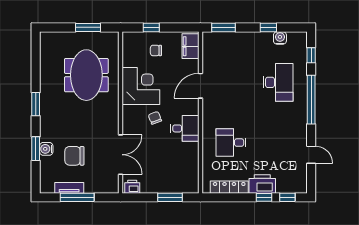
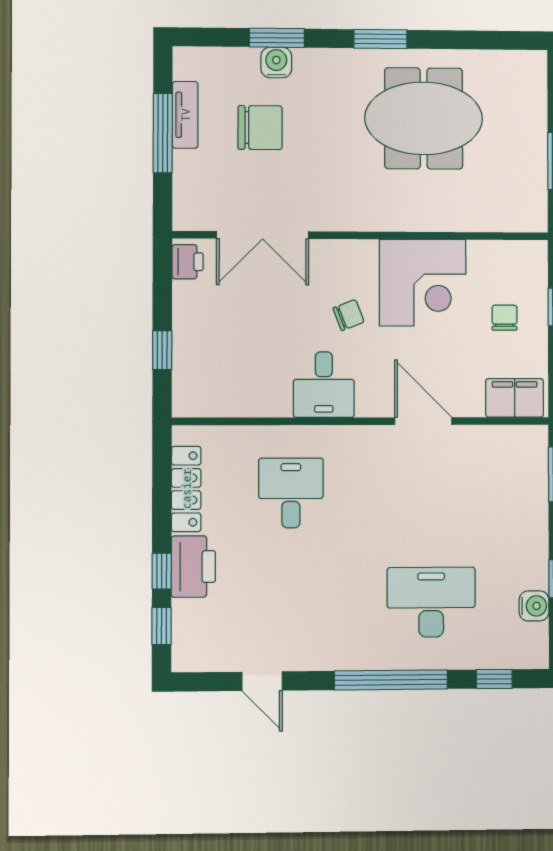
meeting table: (86, 75) -> (424, 118), moved
desk: (278, 82) -> (431, 602), turned 180
door: (311, 155) -> (262, 681), hinge flipped
chair: (74, 156) -> (260, 128), turned 90
window: (170, 197) -> (162, 350), width x0.67

